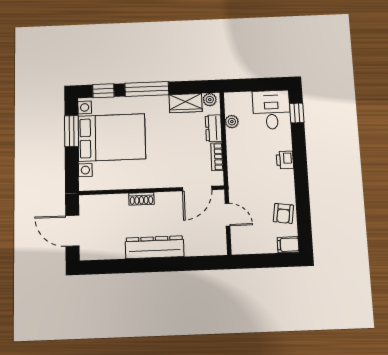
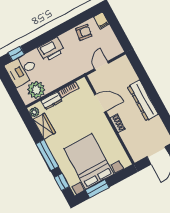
plant: (232, 122) -> (36, 90), width x1.87, depth x1.87
printer: (285, 160) -> (51, 49), width x1.87, depth x1.48
door: (197, 189) -> (100, 103), moved

